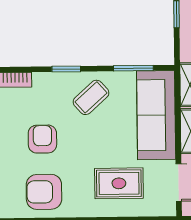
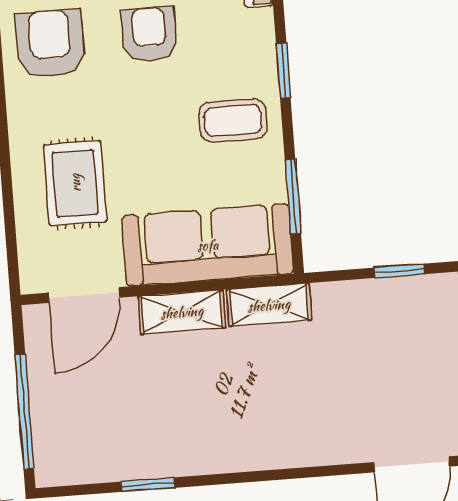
coffee table: (91, 97) -> (233, 120), turned -48
armchair: (42, 139) -> (149, 34), turned -90

